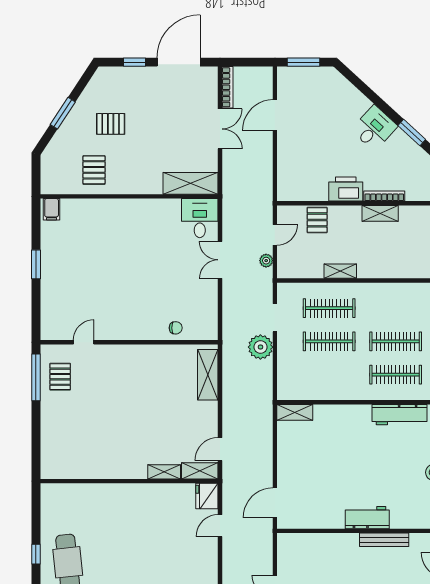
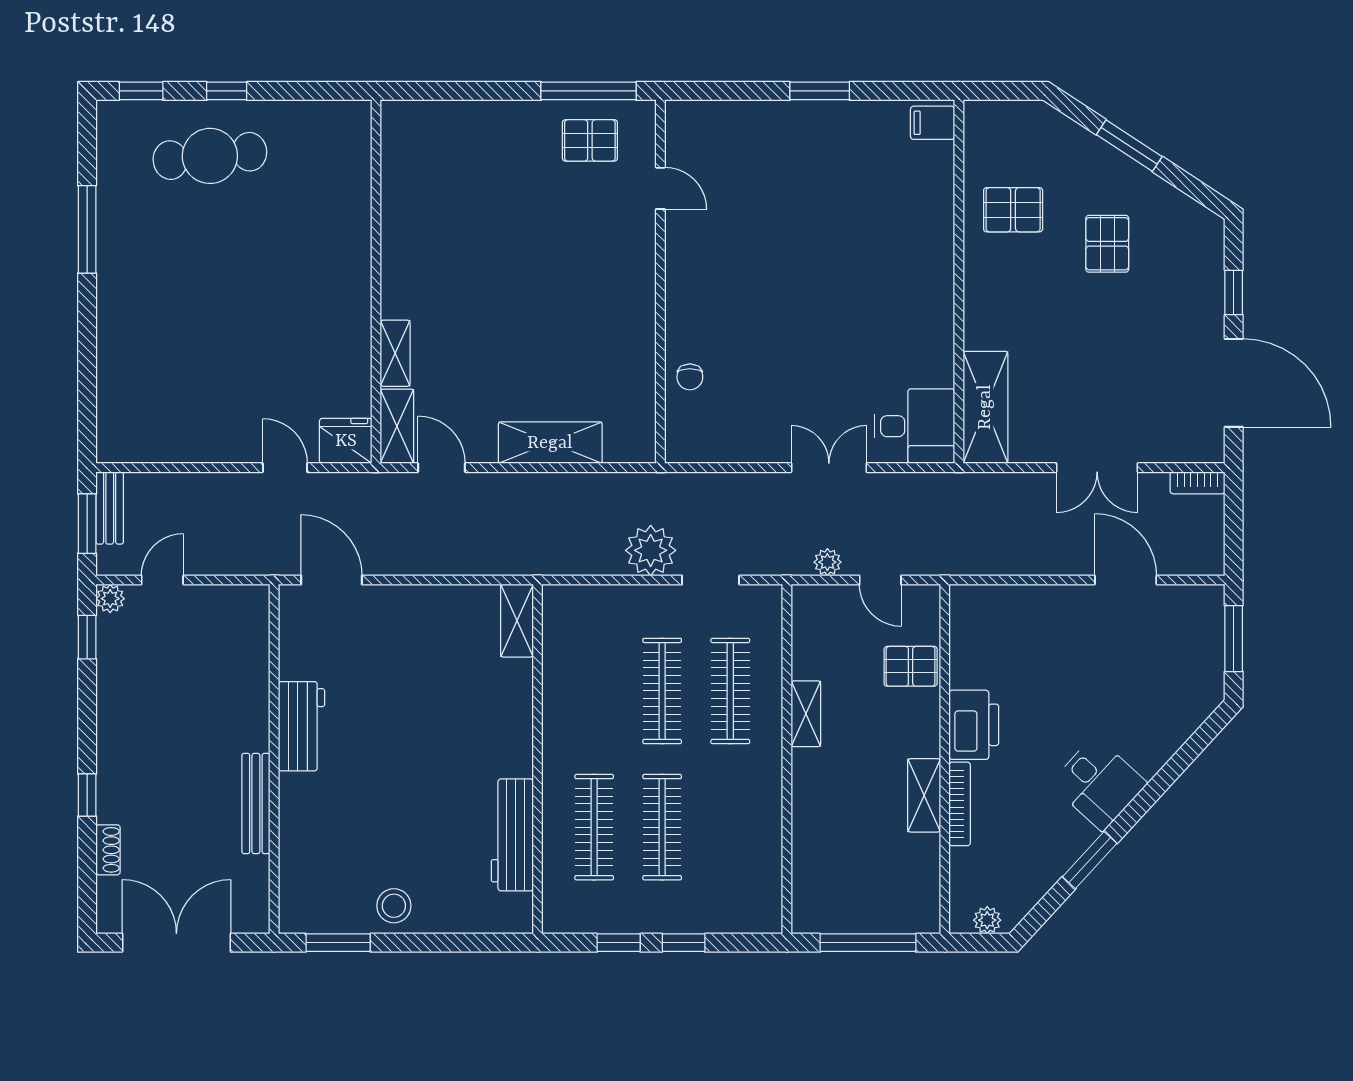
bookcase: (227, 87) -> (1198, 483), width x0.64
shelving: (208, 375) -> (550, 443), moved
workbench: (367, 518) -> (301, 726), moved

